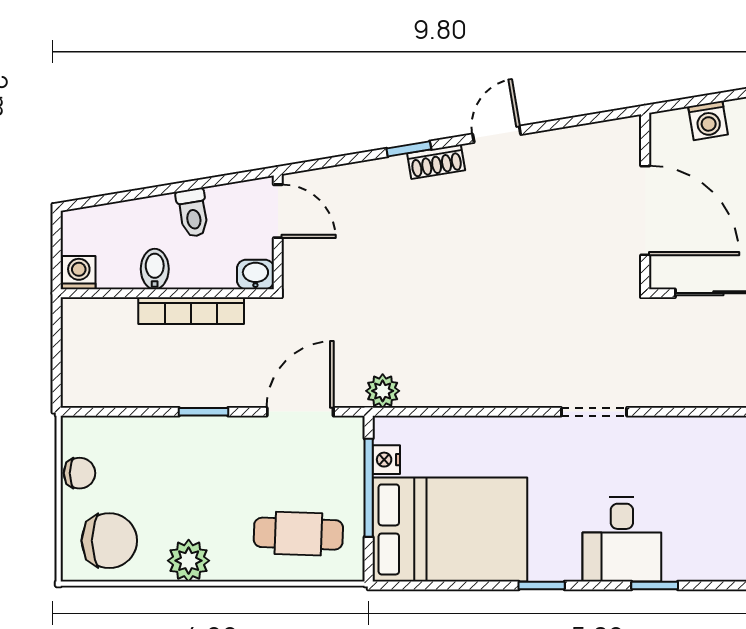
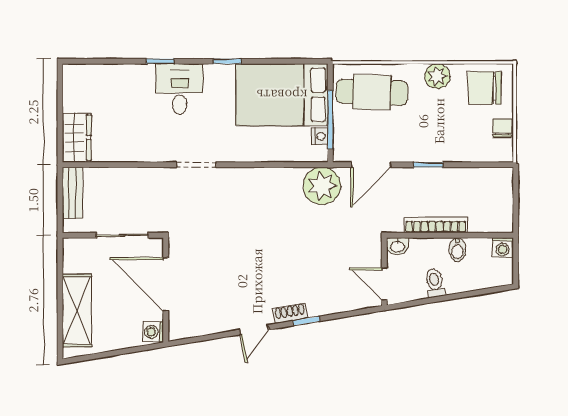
washing machine: (708, 121) -> (153, 332), moved, turned -81
plant: (383, 391) -> (322, 186), width x1.88, depth x1.88
chair: (80, 473) -> (502, 128), turned 90
cafe table: (298, 534) -> (372, 92), width x1.37, depth x1.35

